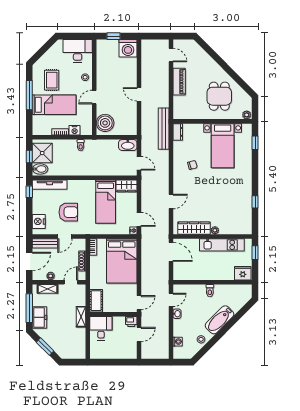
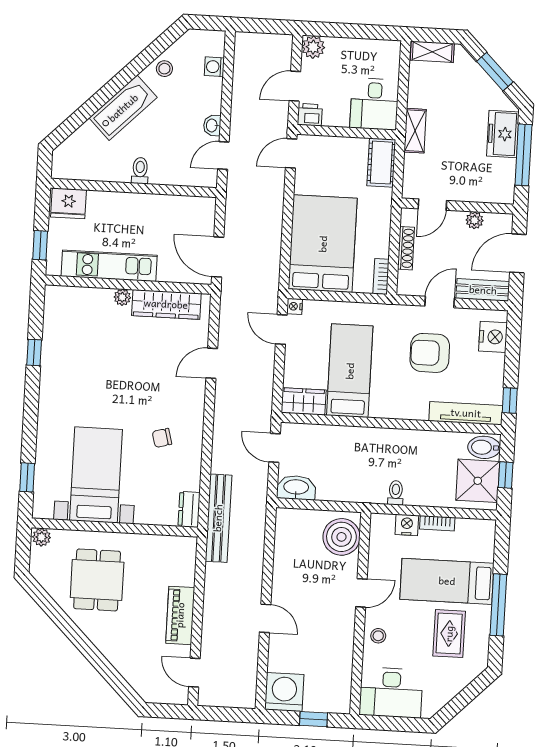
door: (139, 94) -> (265, 618), moved
shelving: (47, 289) -> (432, 52), moved
plant: (131, 353) -> (313, 47), added

